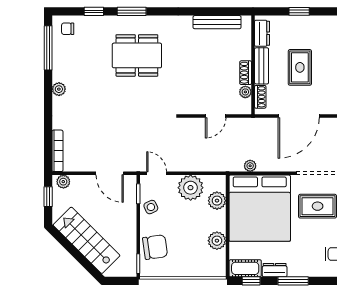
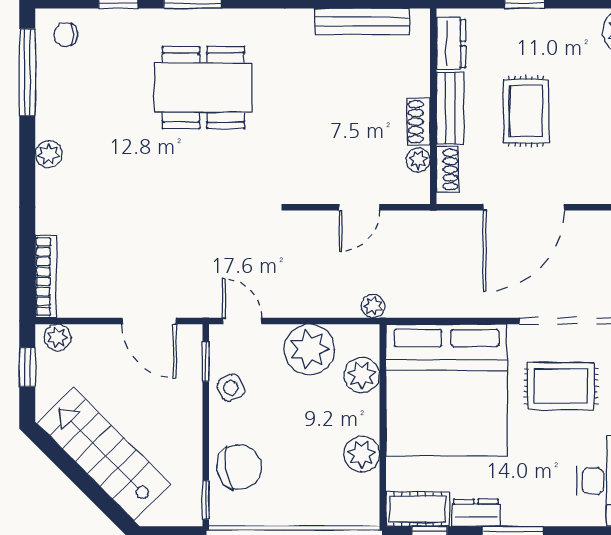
plant: (250, 166) -> (373, 306), moved

